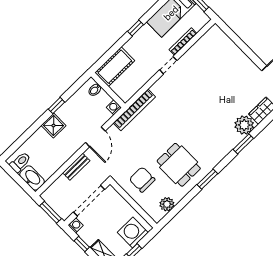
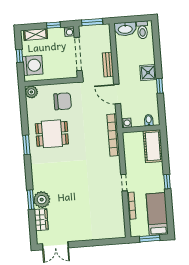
window: (243, 144) -> (31, 200), moved
plant: (167, 204) -> (31, 92), moved

